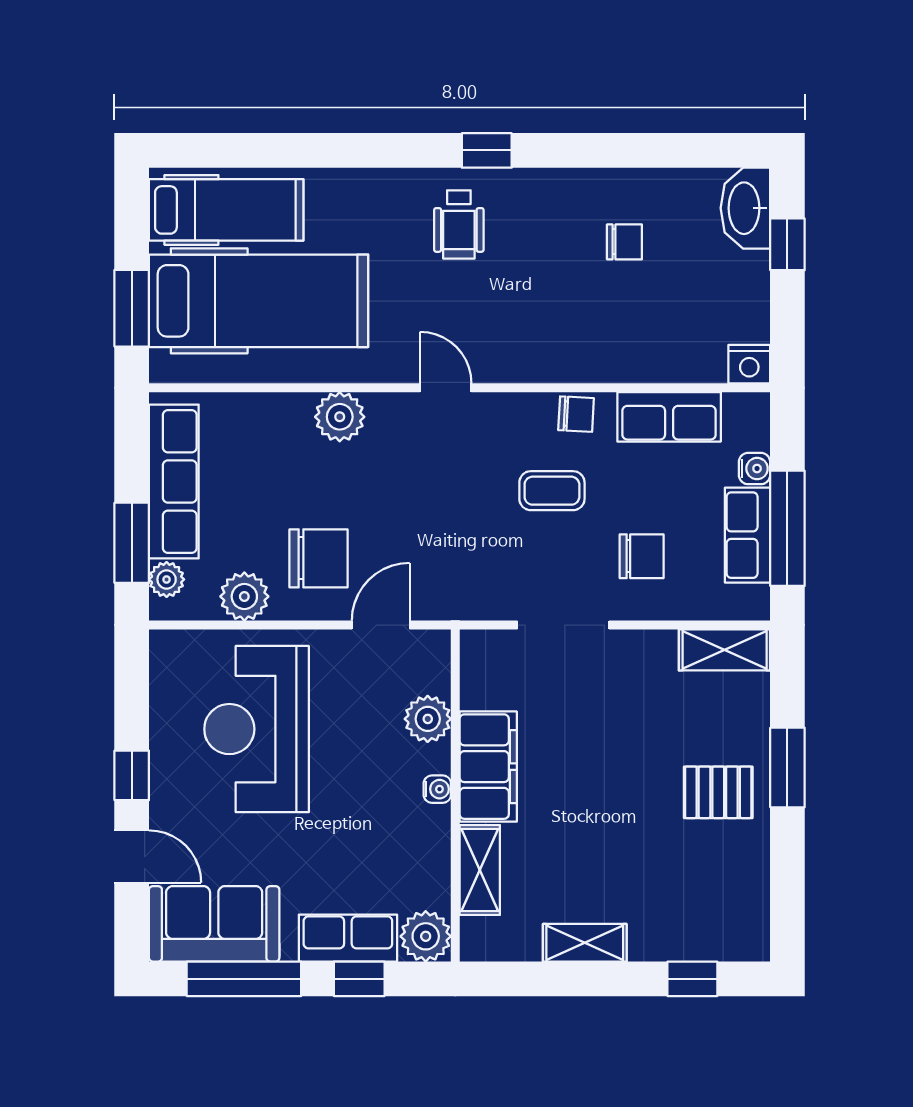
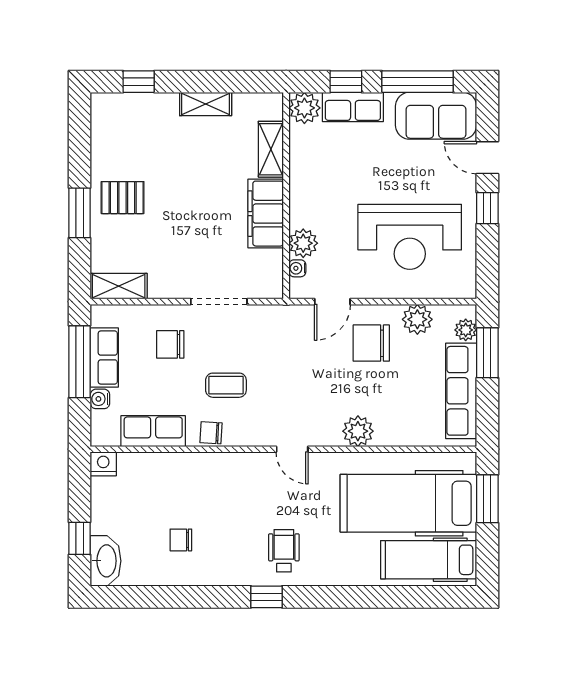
reception desk: (257, 729) -> (410, 237), turned 90
water cooler: (437, 789) -> (297, 268), moved

